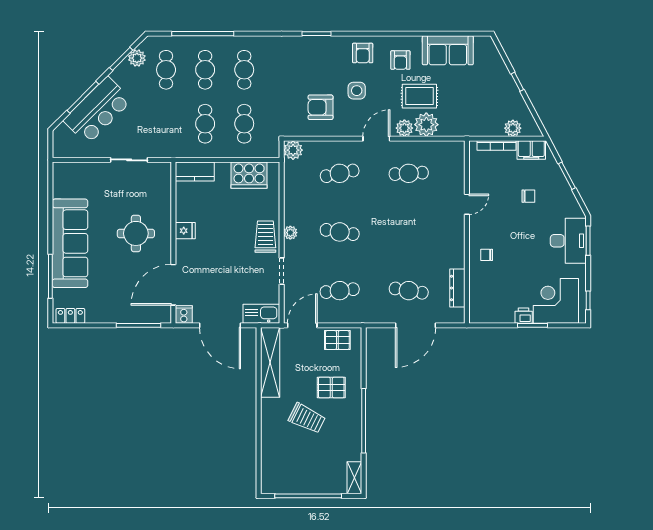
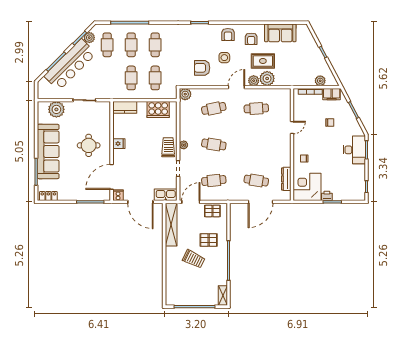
bar counter: (98, 110) -> (70, 65), width x1.36
plant: (83, 175) -> (56, 109), added
corner desk: (556, 301) -> (307, 187), moved

